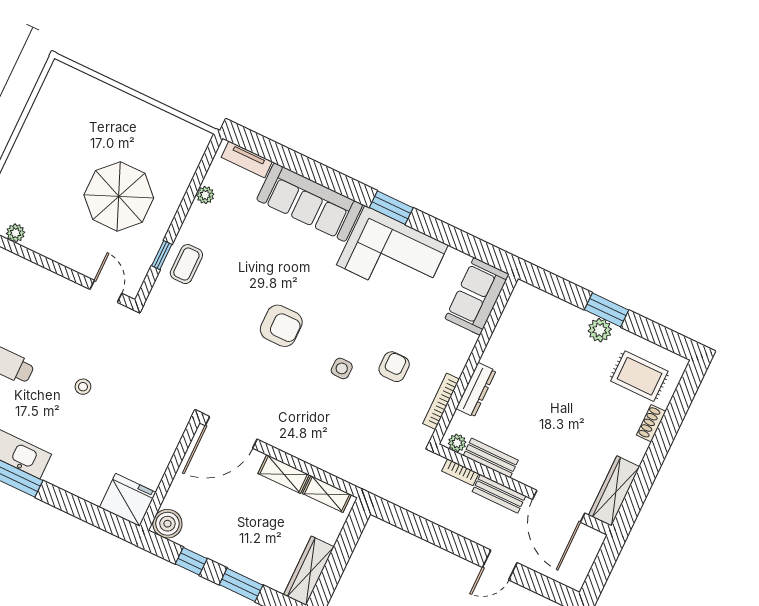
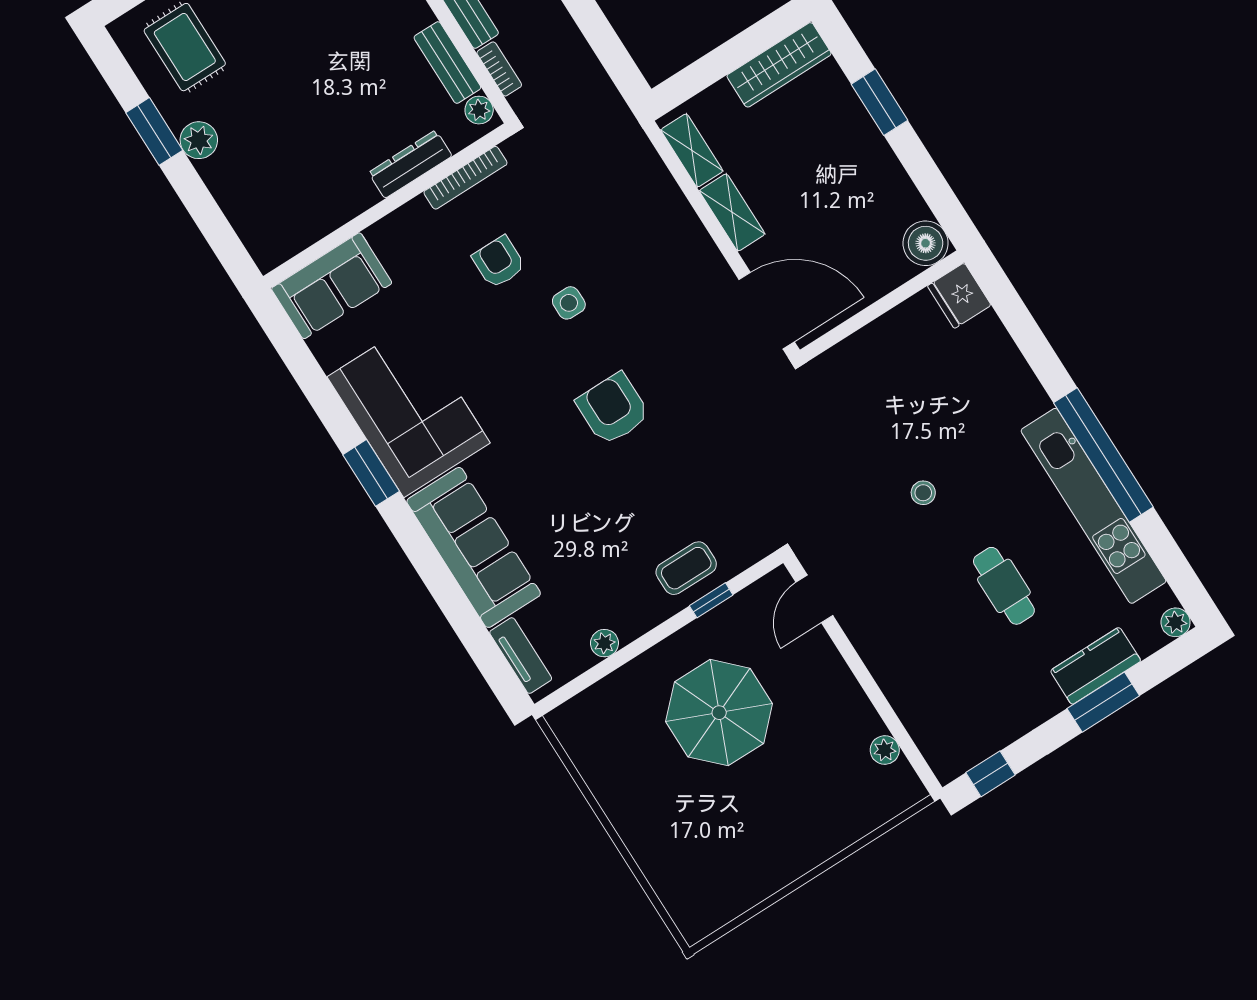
window: (607, 310) -> (154, 131), moved
armchair: (394, 367) -> (499, 262), turned 90
fridge: (128, 500) -> (959, 296), width x0.73, depth x0.75
window: (191, 561) -> (925, 174), removed

